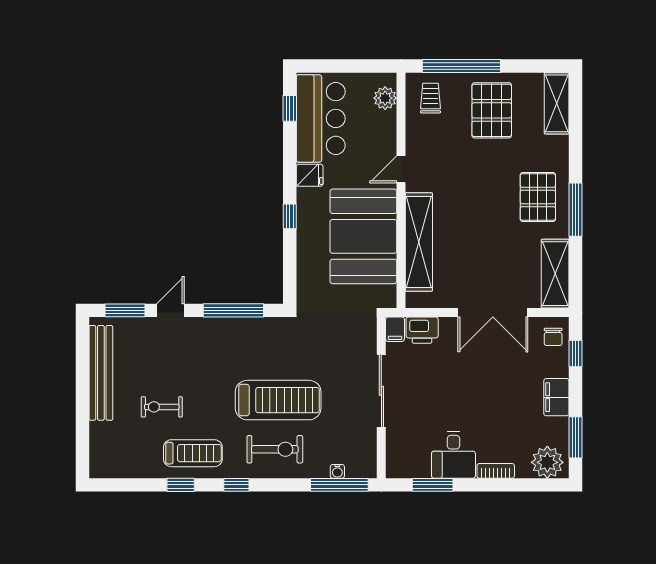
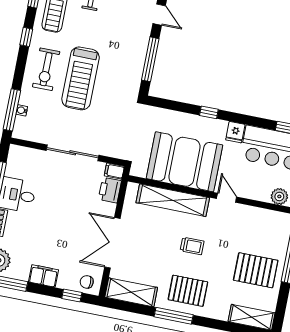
trolley: (431, 98) -> (192, 246), moved

